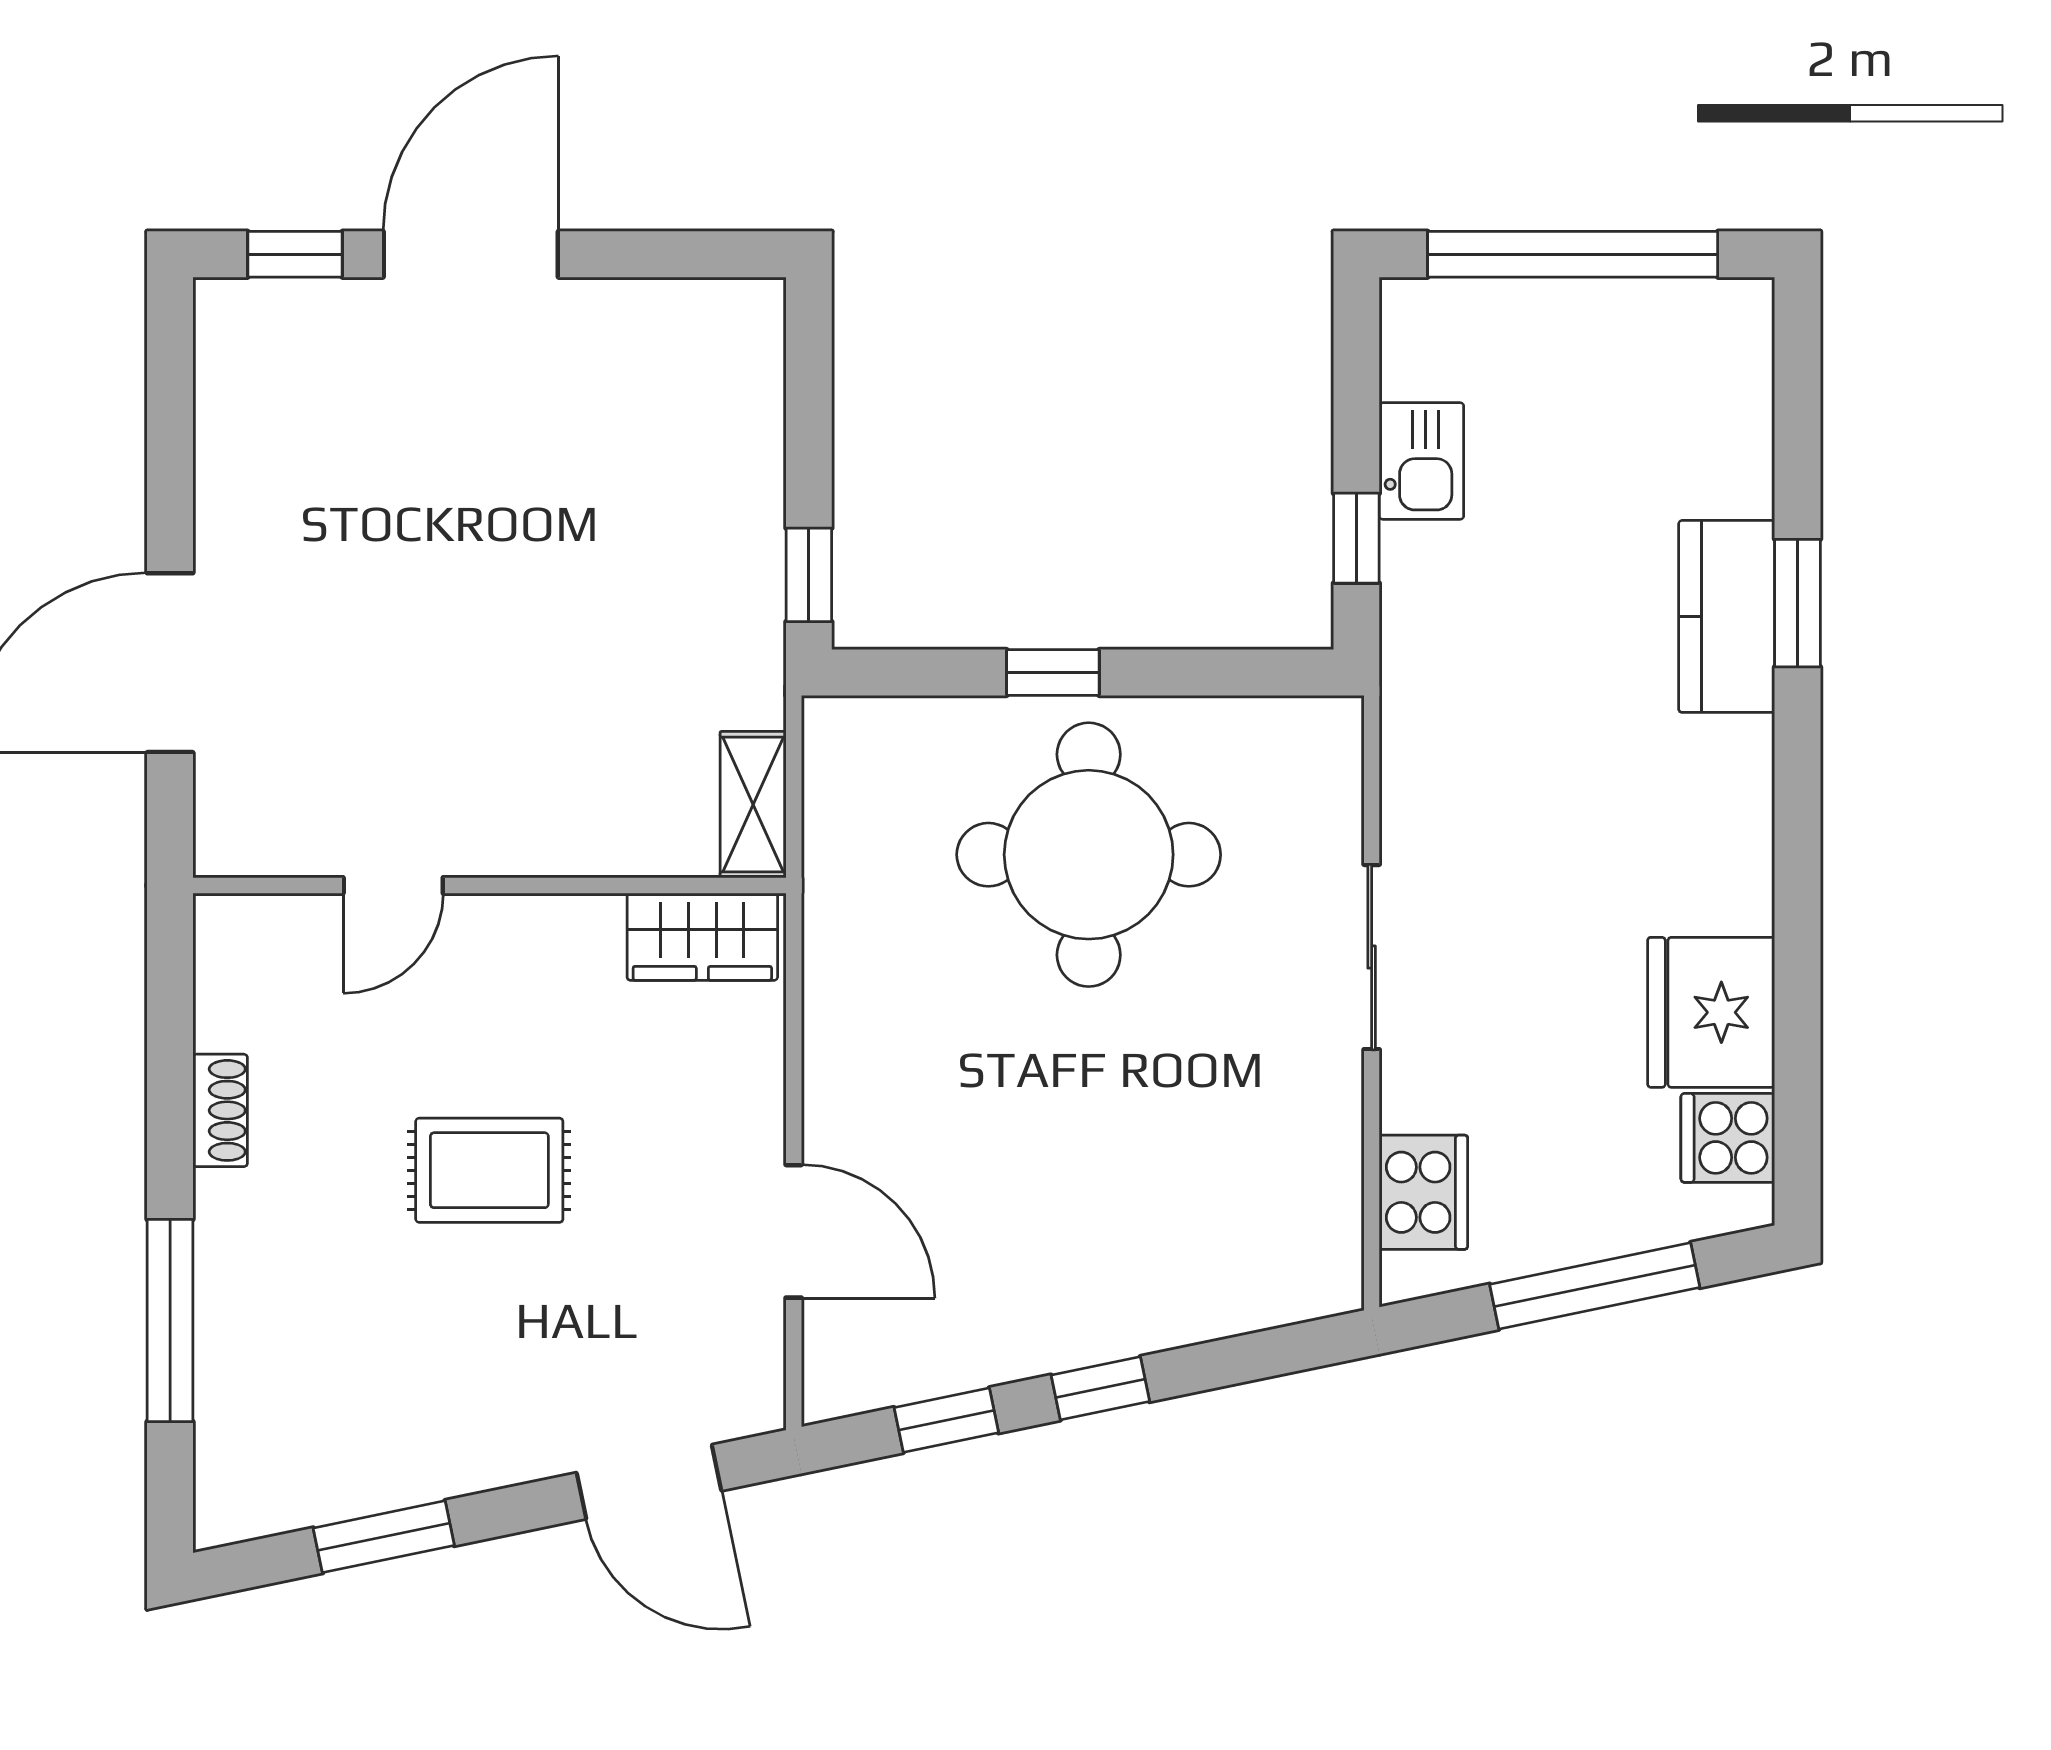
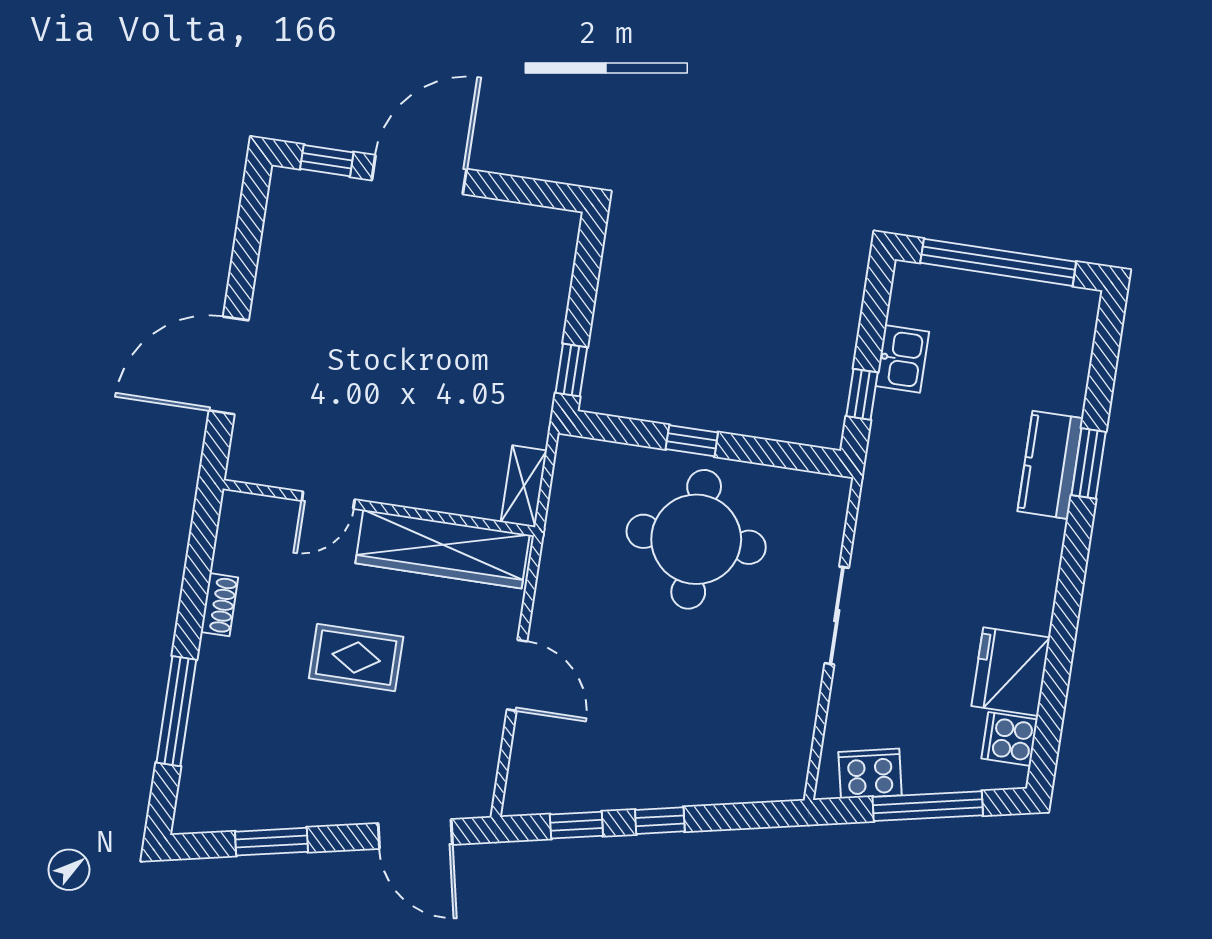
wardrobe: (702, 937) -> (442, 549), width x2.10, depth x1.17
cooker: (1423, 1192) -> (870, 774), moved, turned -102
door: (794, 1231) -> (517, 675), moved

